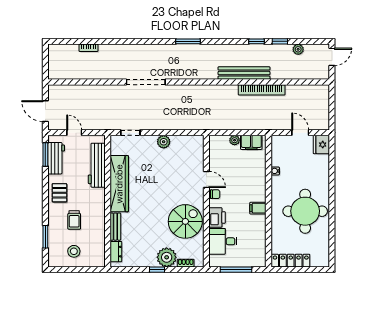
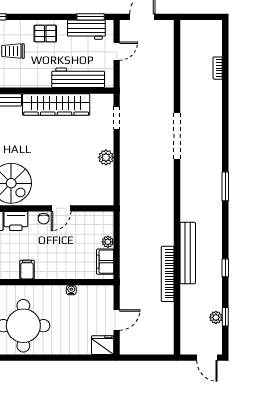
window: (280, 41) -> (225, 317), moved

